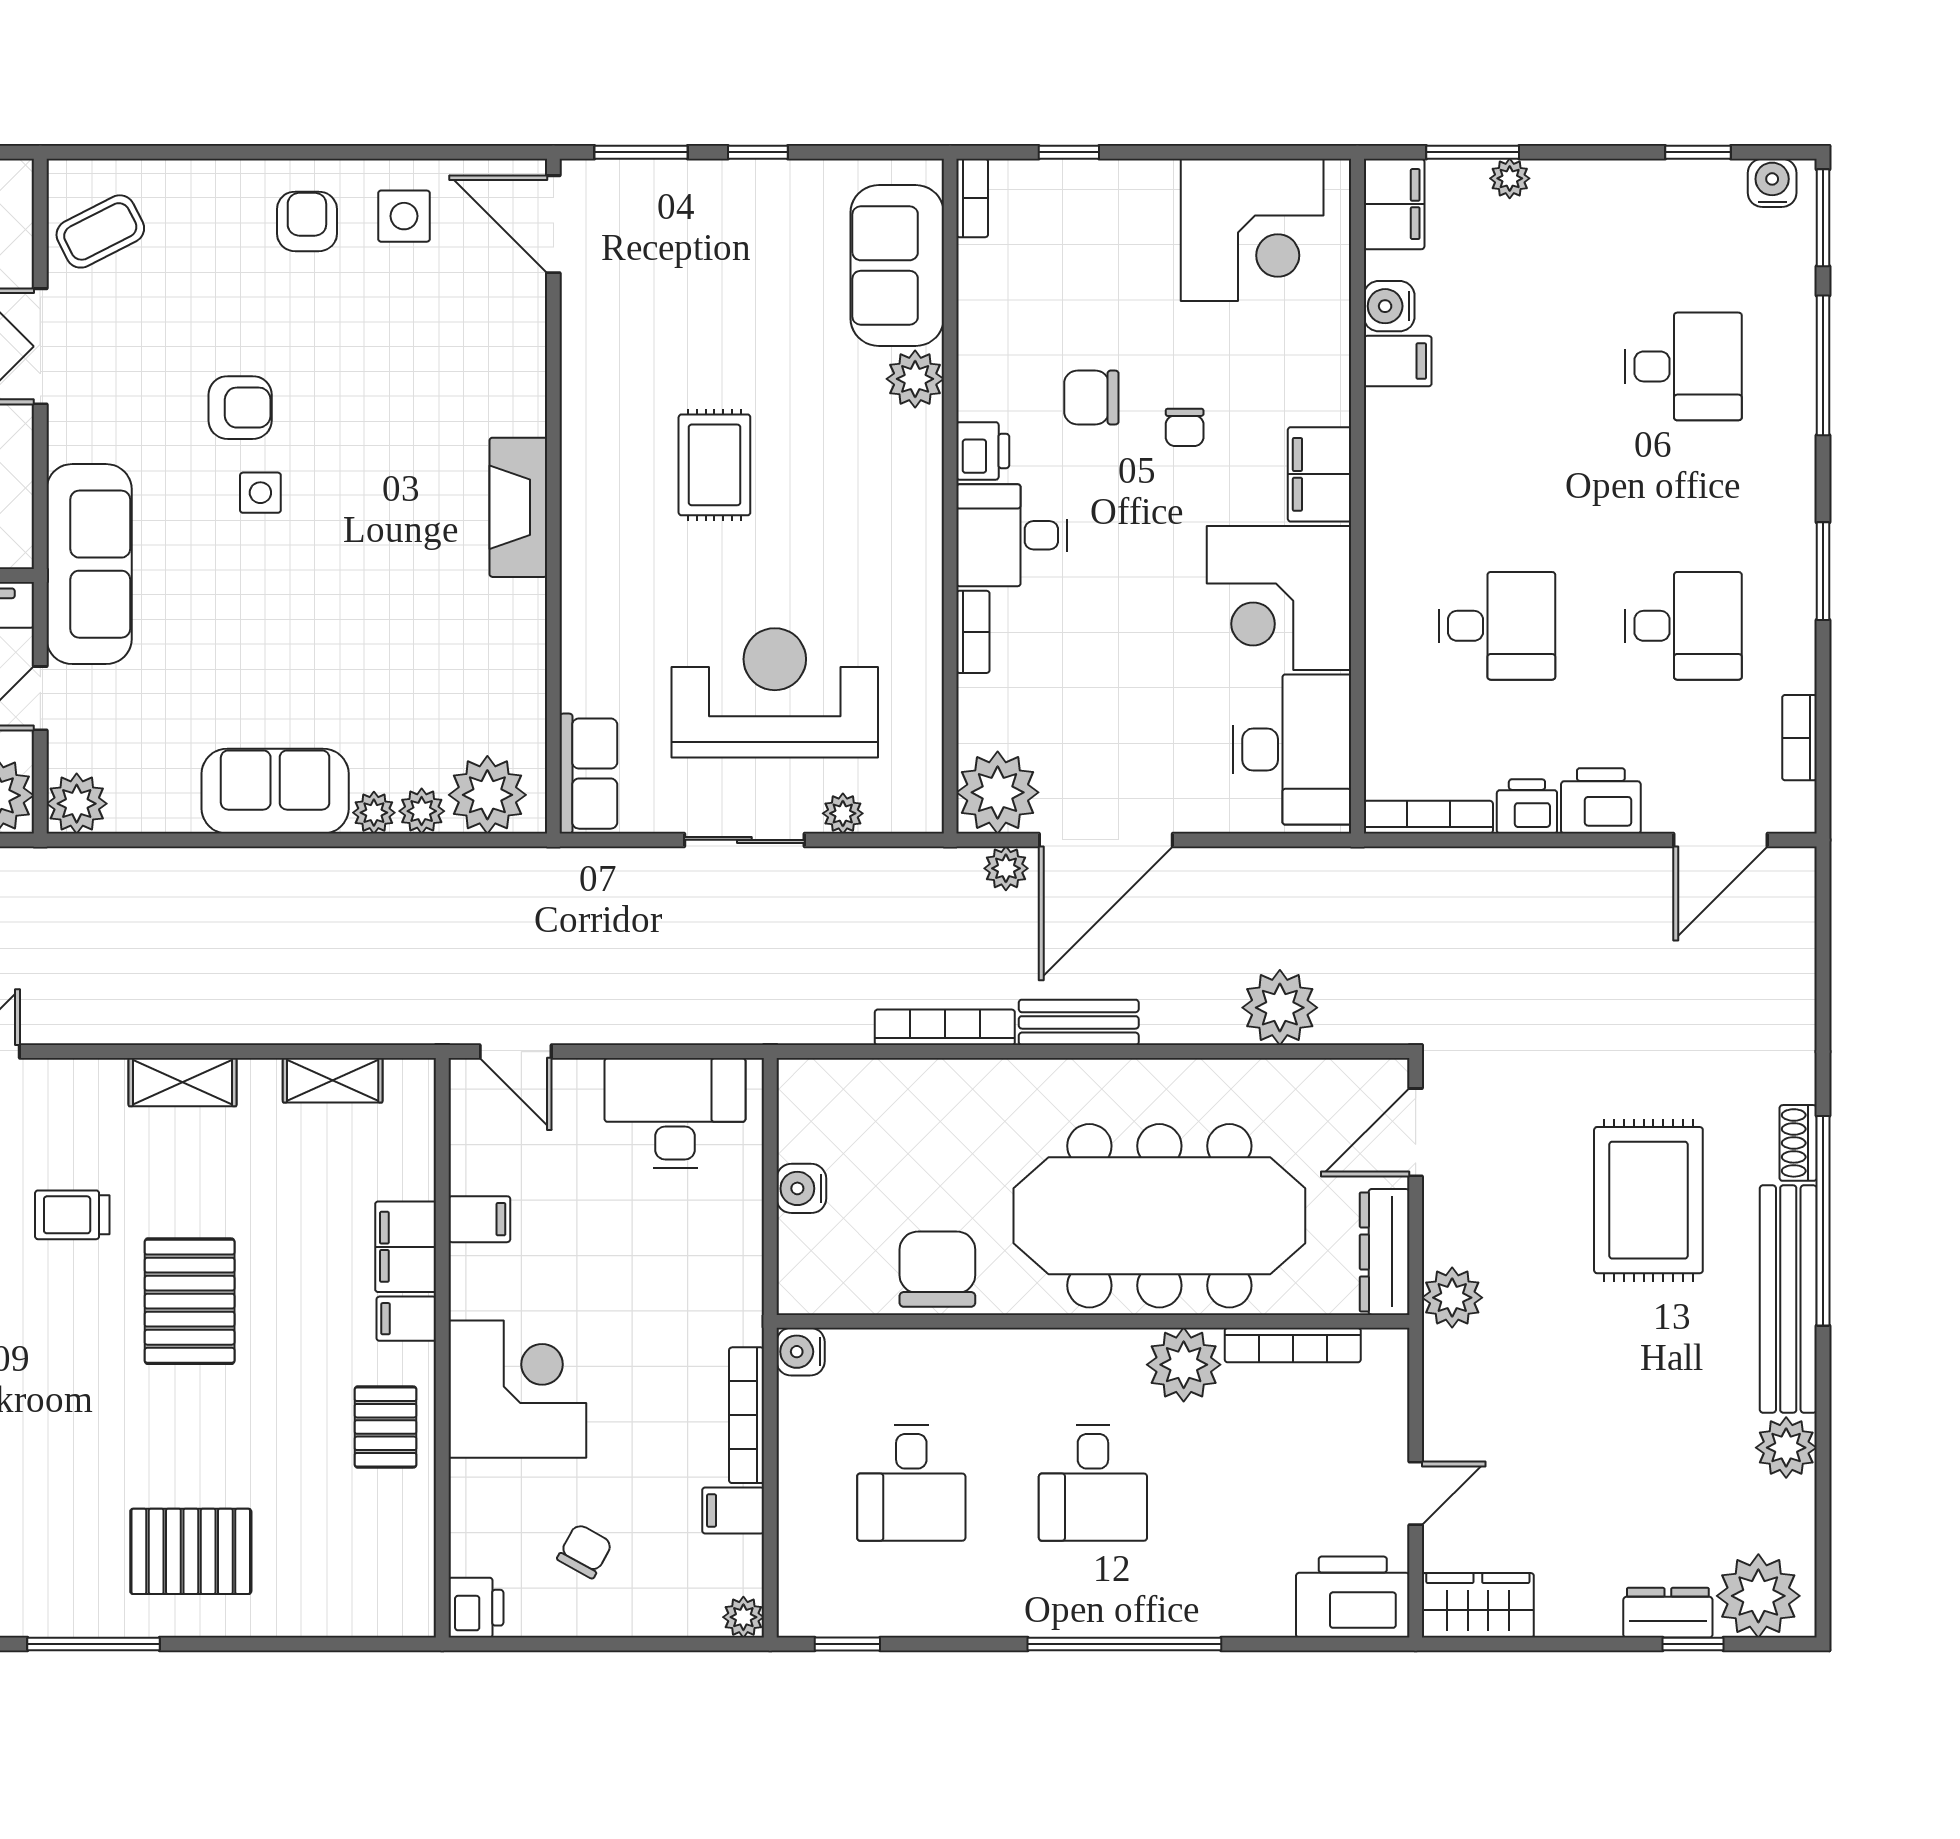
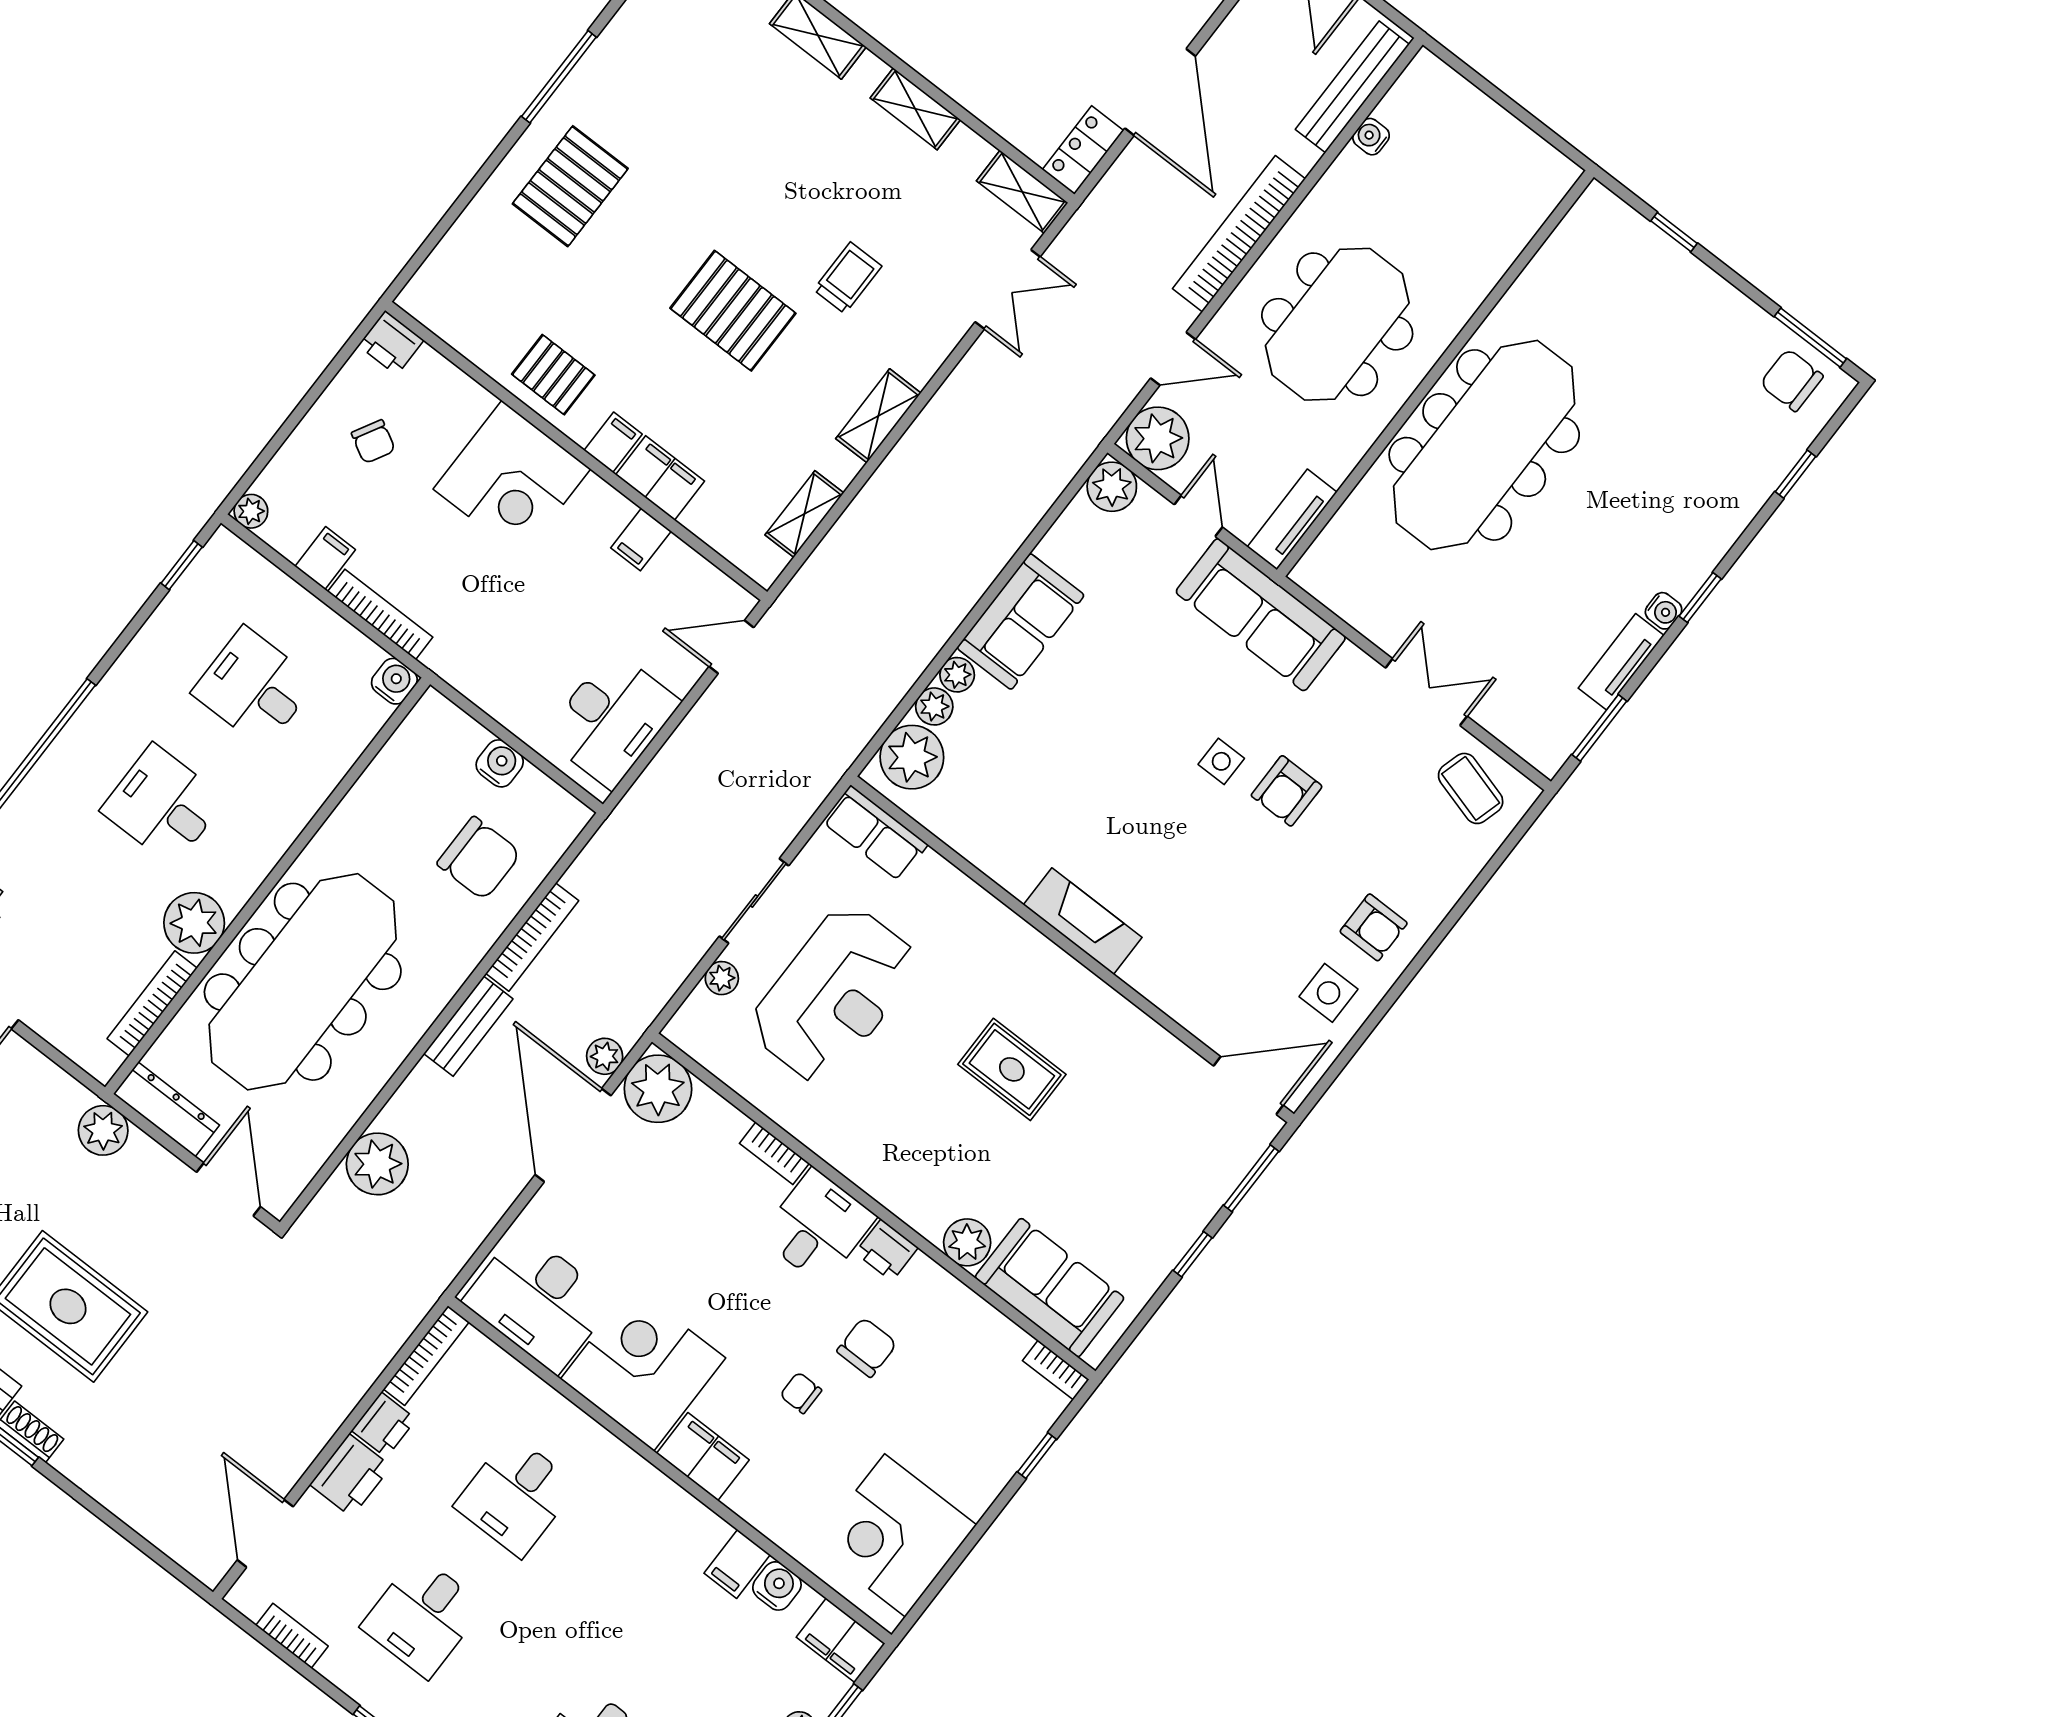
coffee table: (100, 231) -> (1471, 788), turned -47
chair: (937, 1269) -> (479, 858), moved

